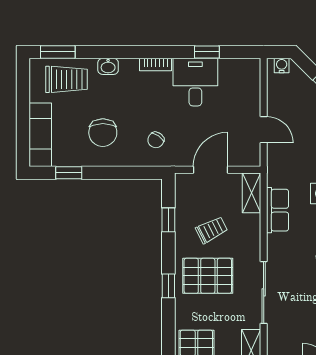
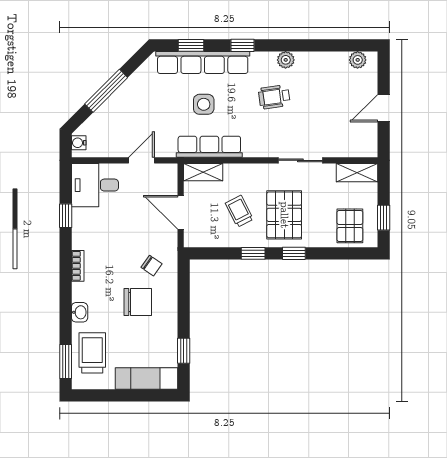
desk: (195, 82) -> (95, 185), moved
chair: (103, 133) -> (138, 302), moved
row of seats: (278, 210) -> (209, 147), width x1.48
window: (168, 220) -> (253, 253), moved
sliding door: (264, 292) -> (300, 160), width x0.73

